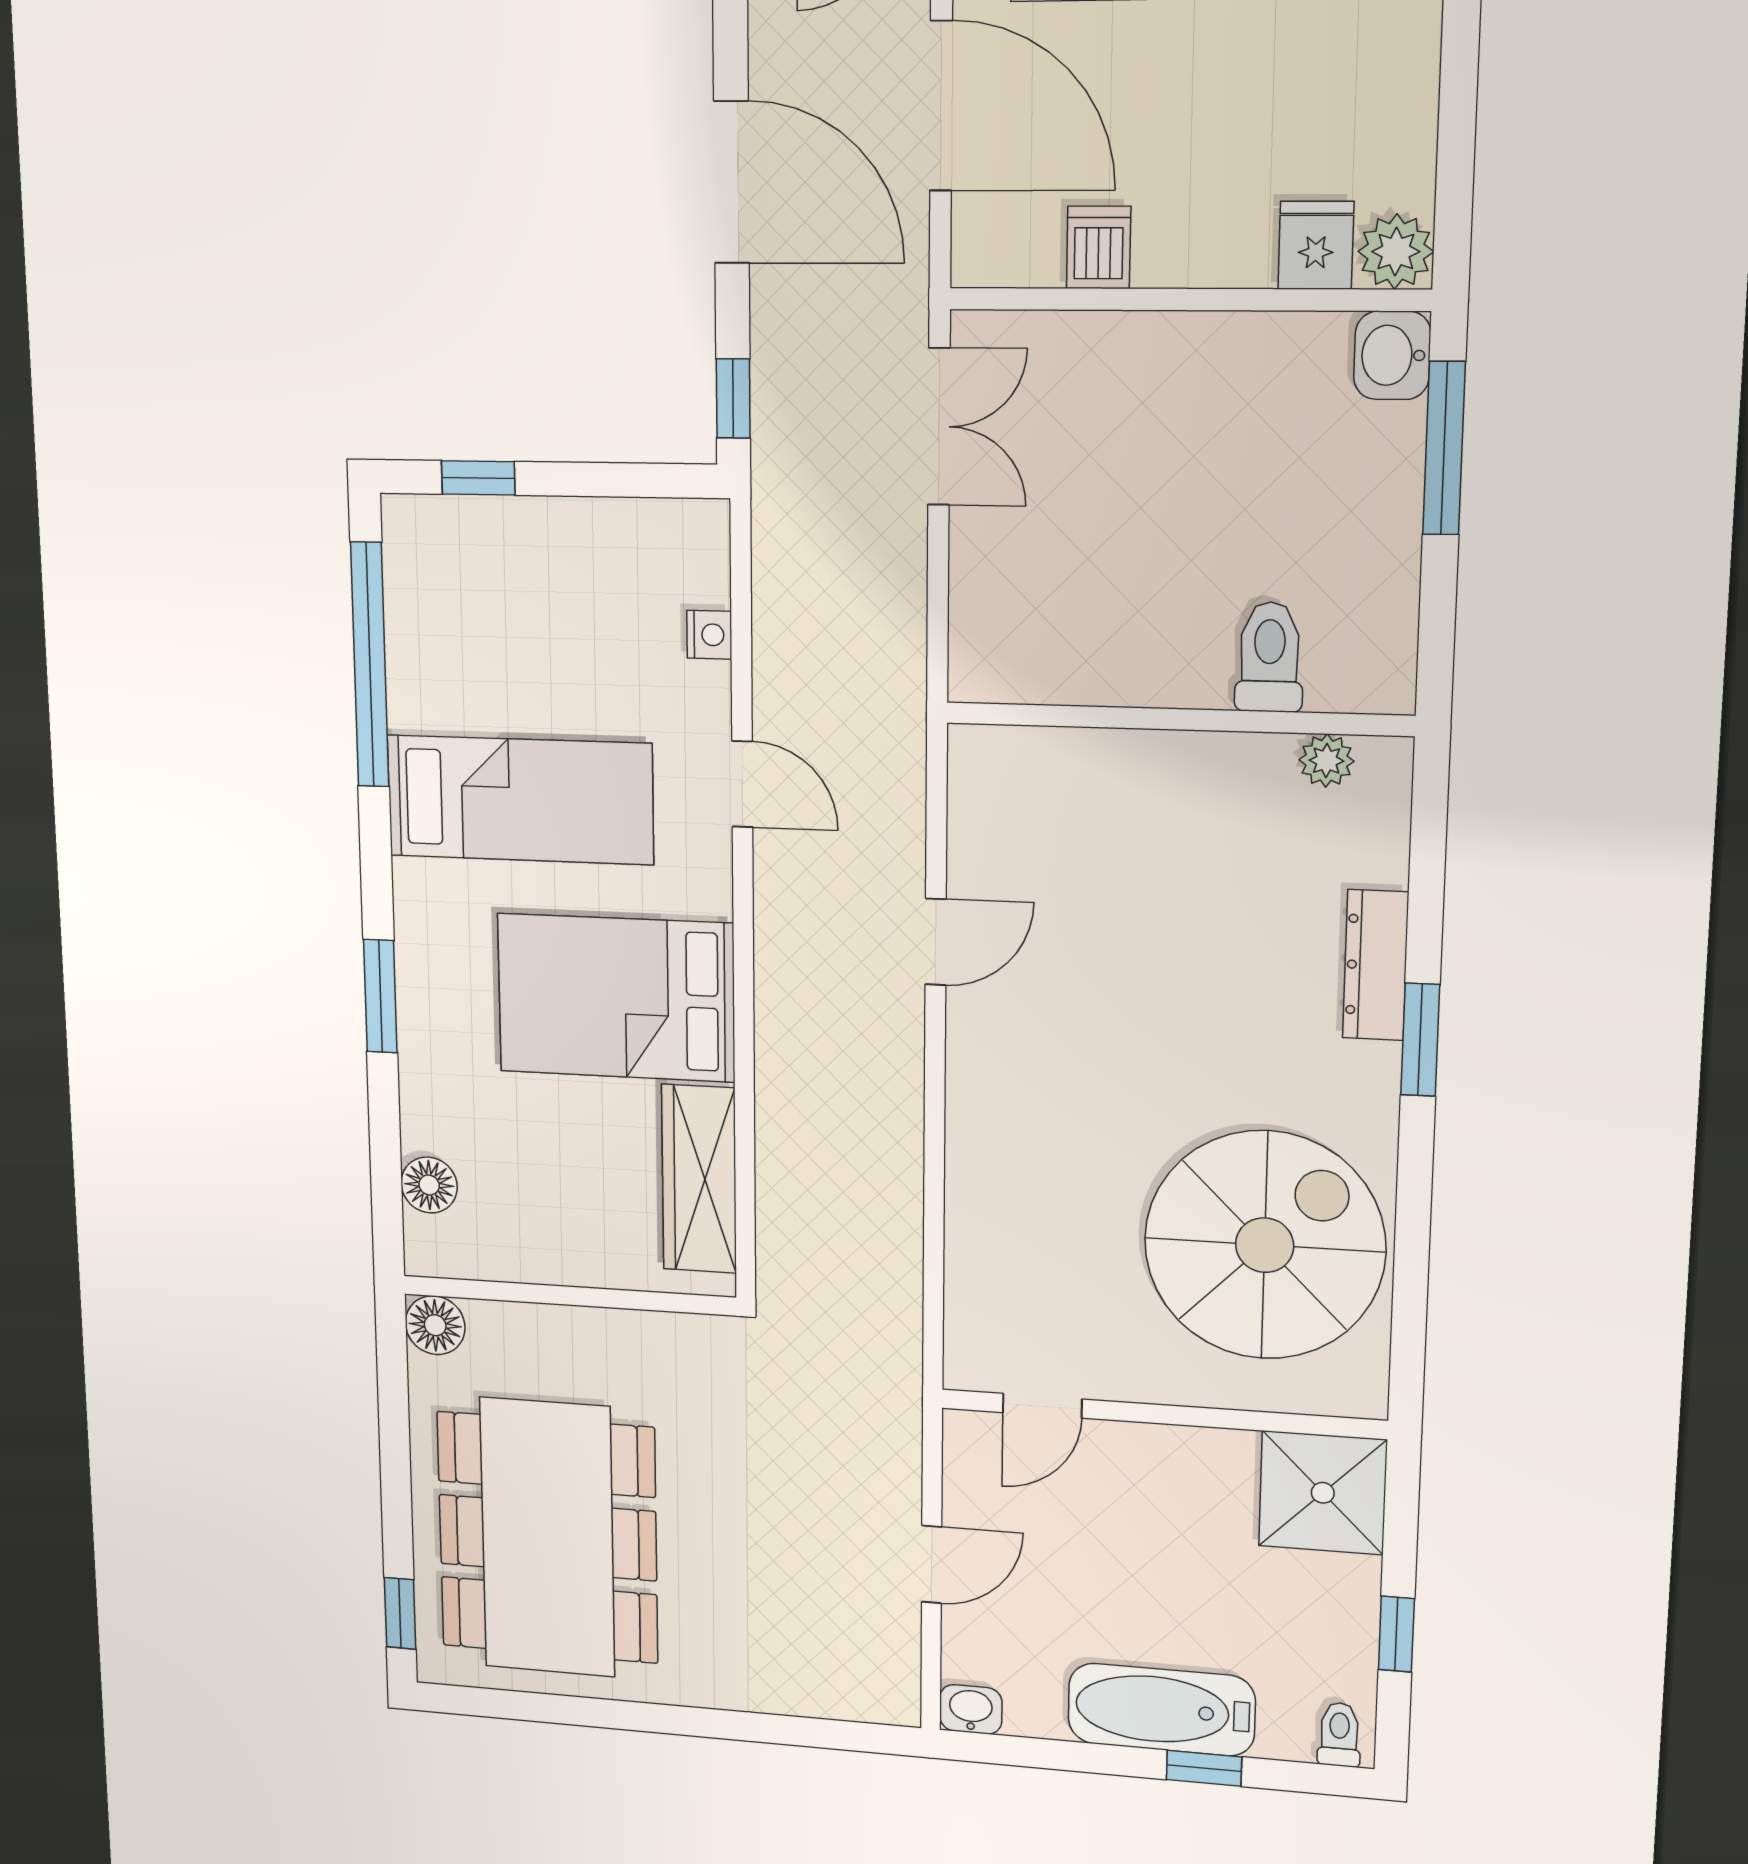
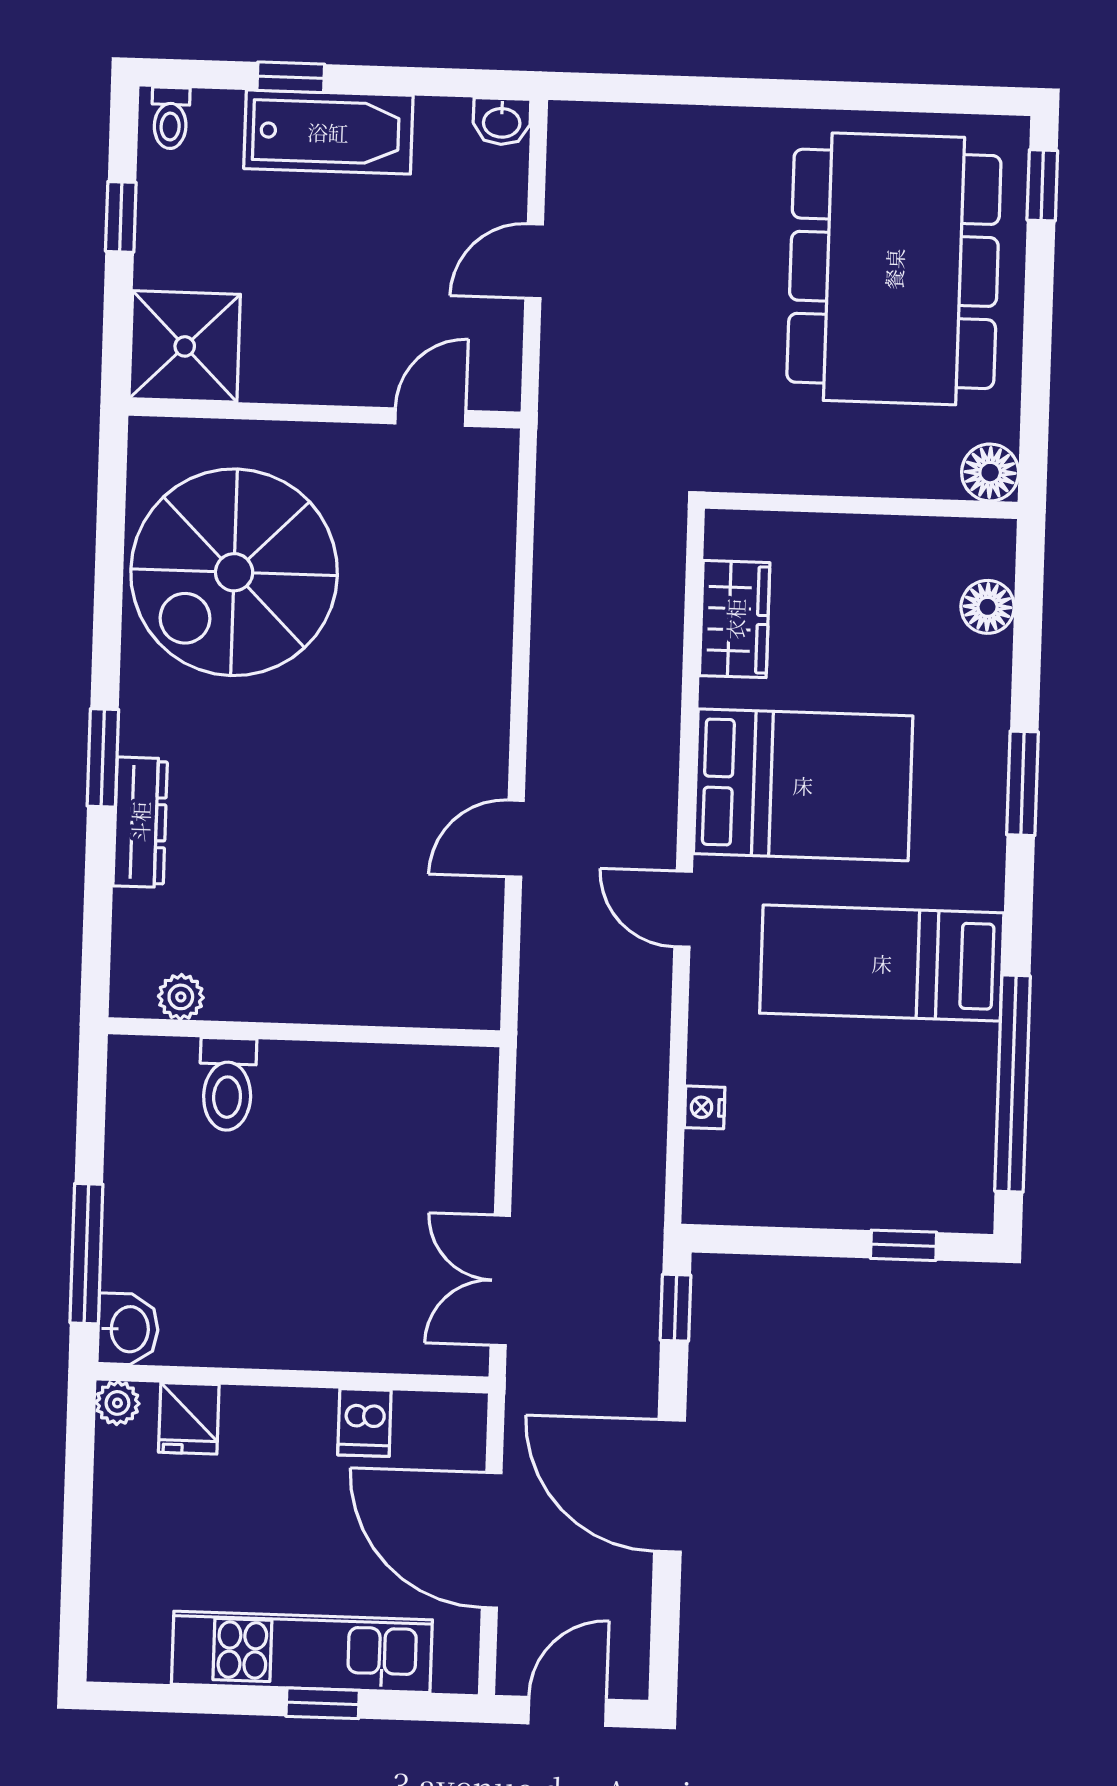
plant: (1396, 252) -> (117, 1403), width x0.73, depth x0.73
door: (742, 784) -> (683, 909), moved
wardrobe: (699, 1179) -> (735, 619), width x0.67

